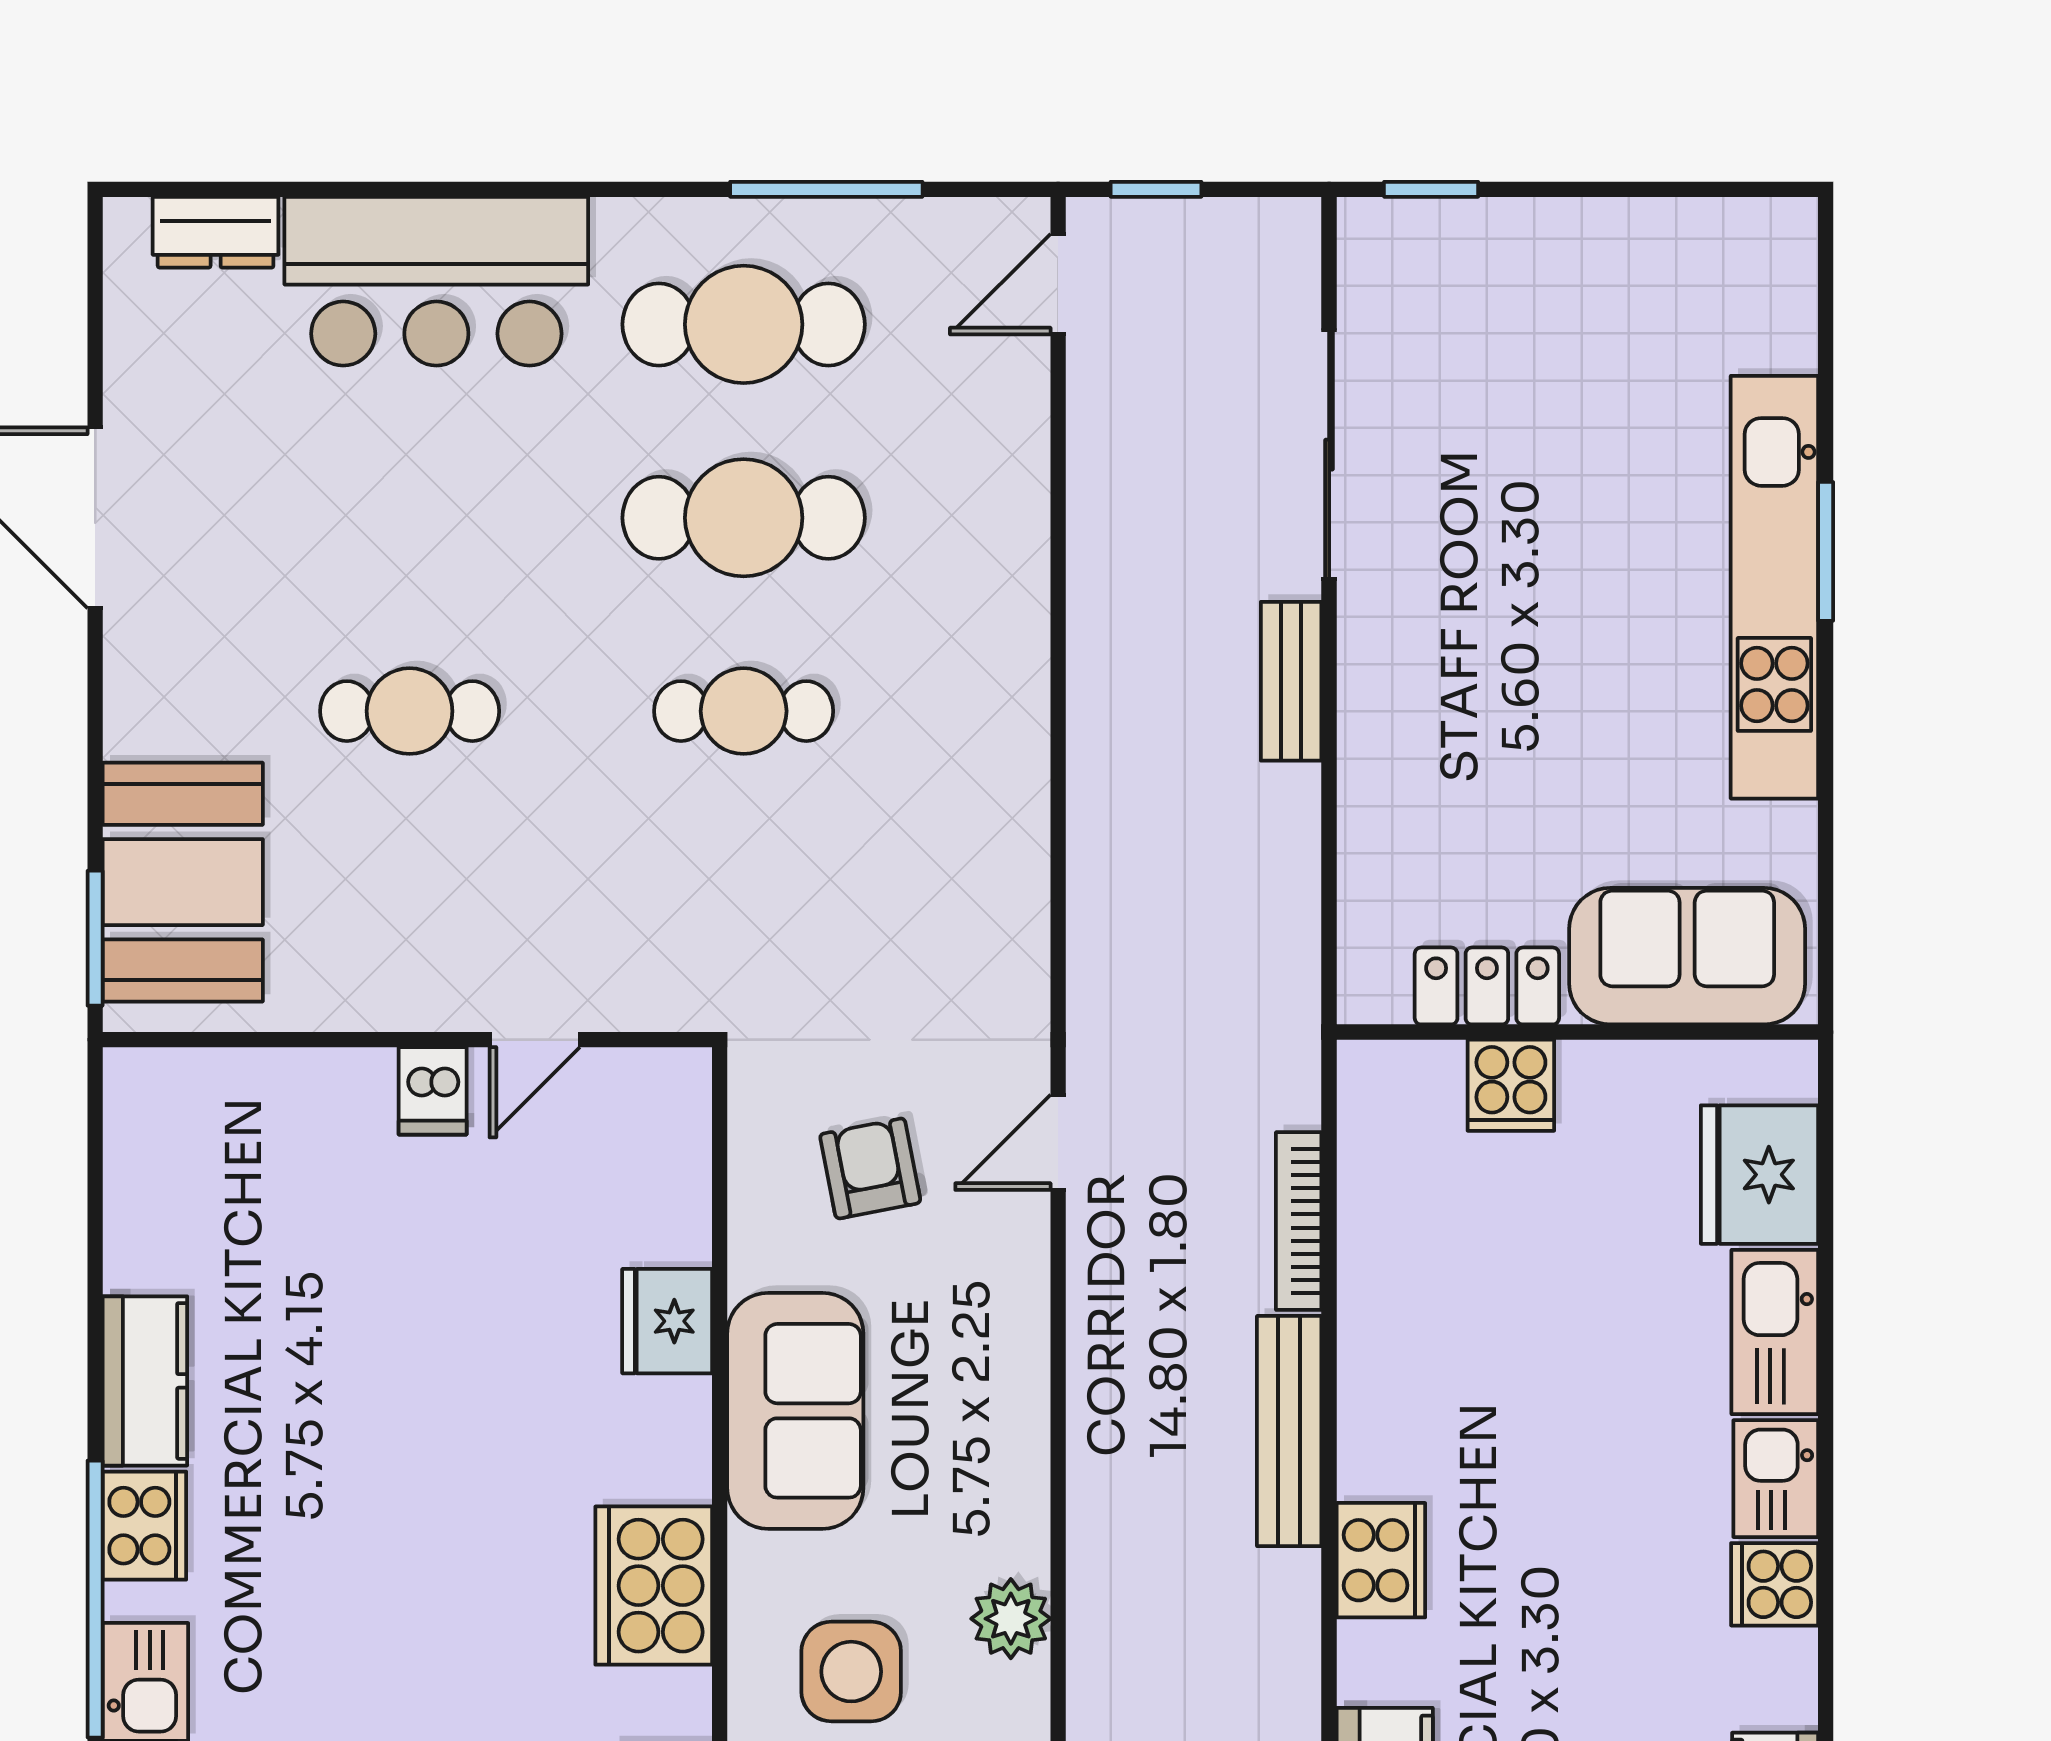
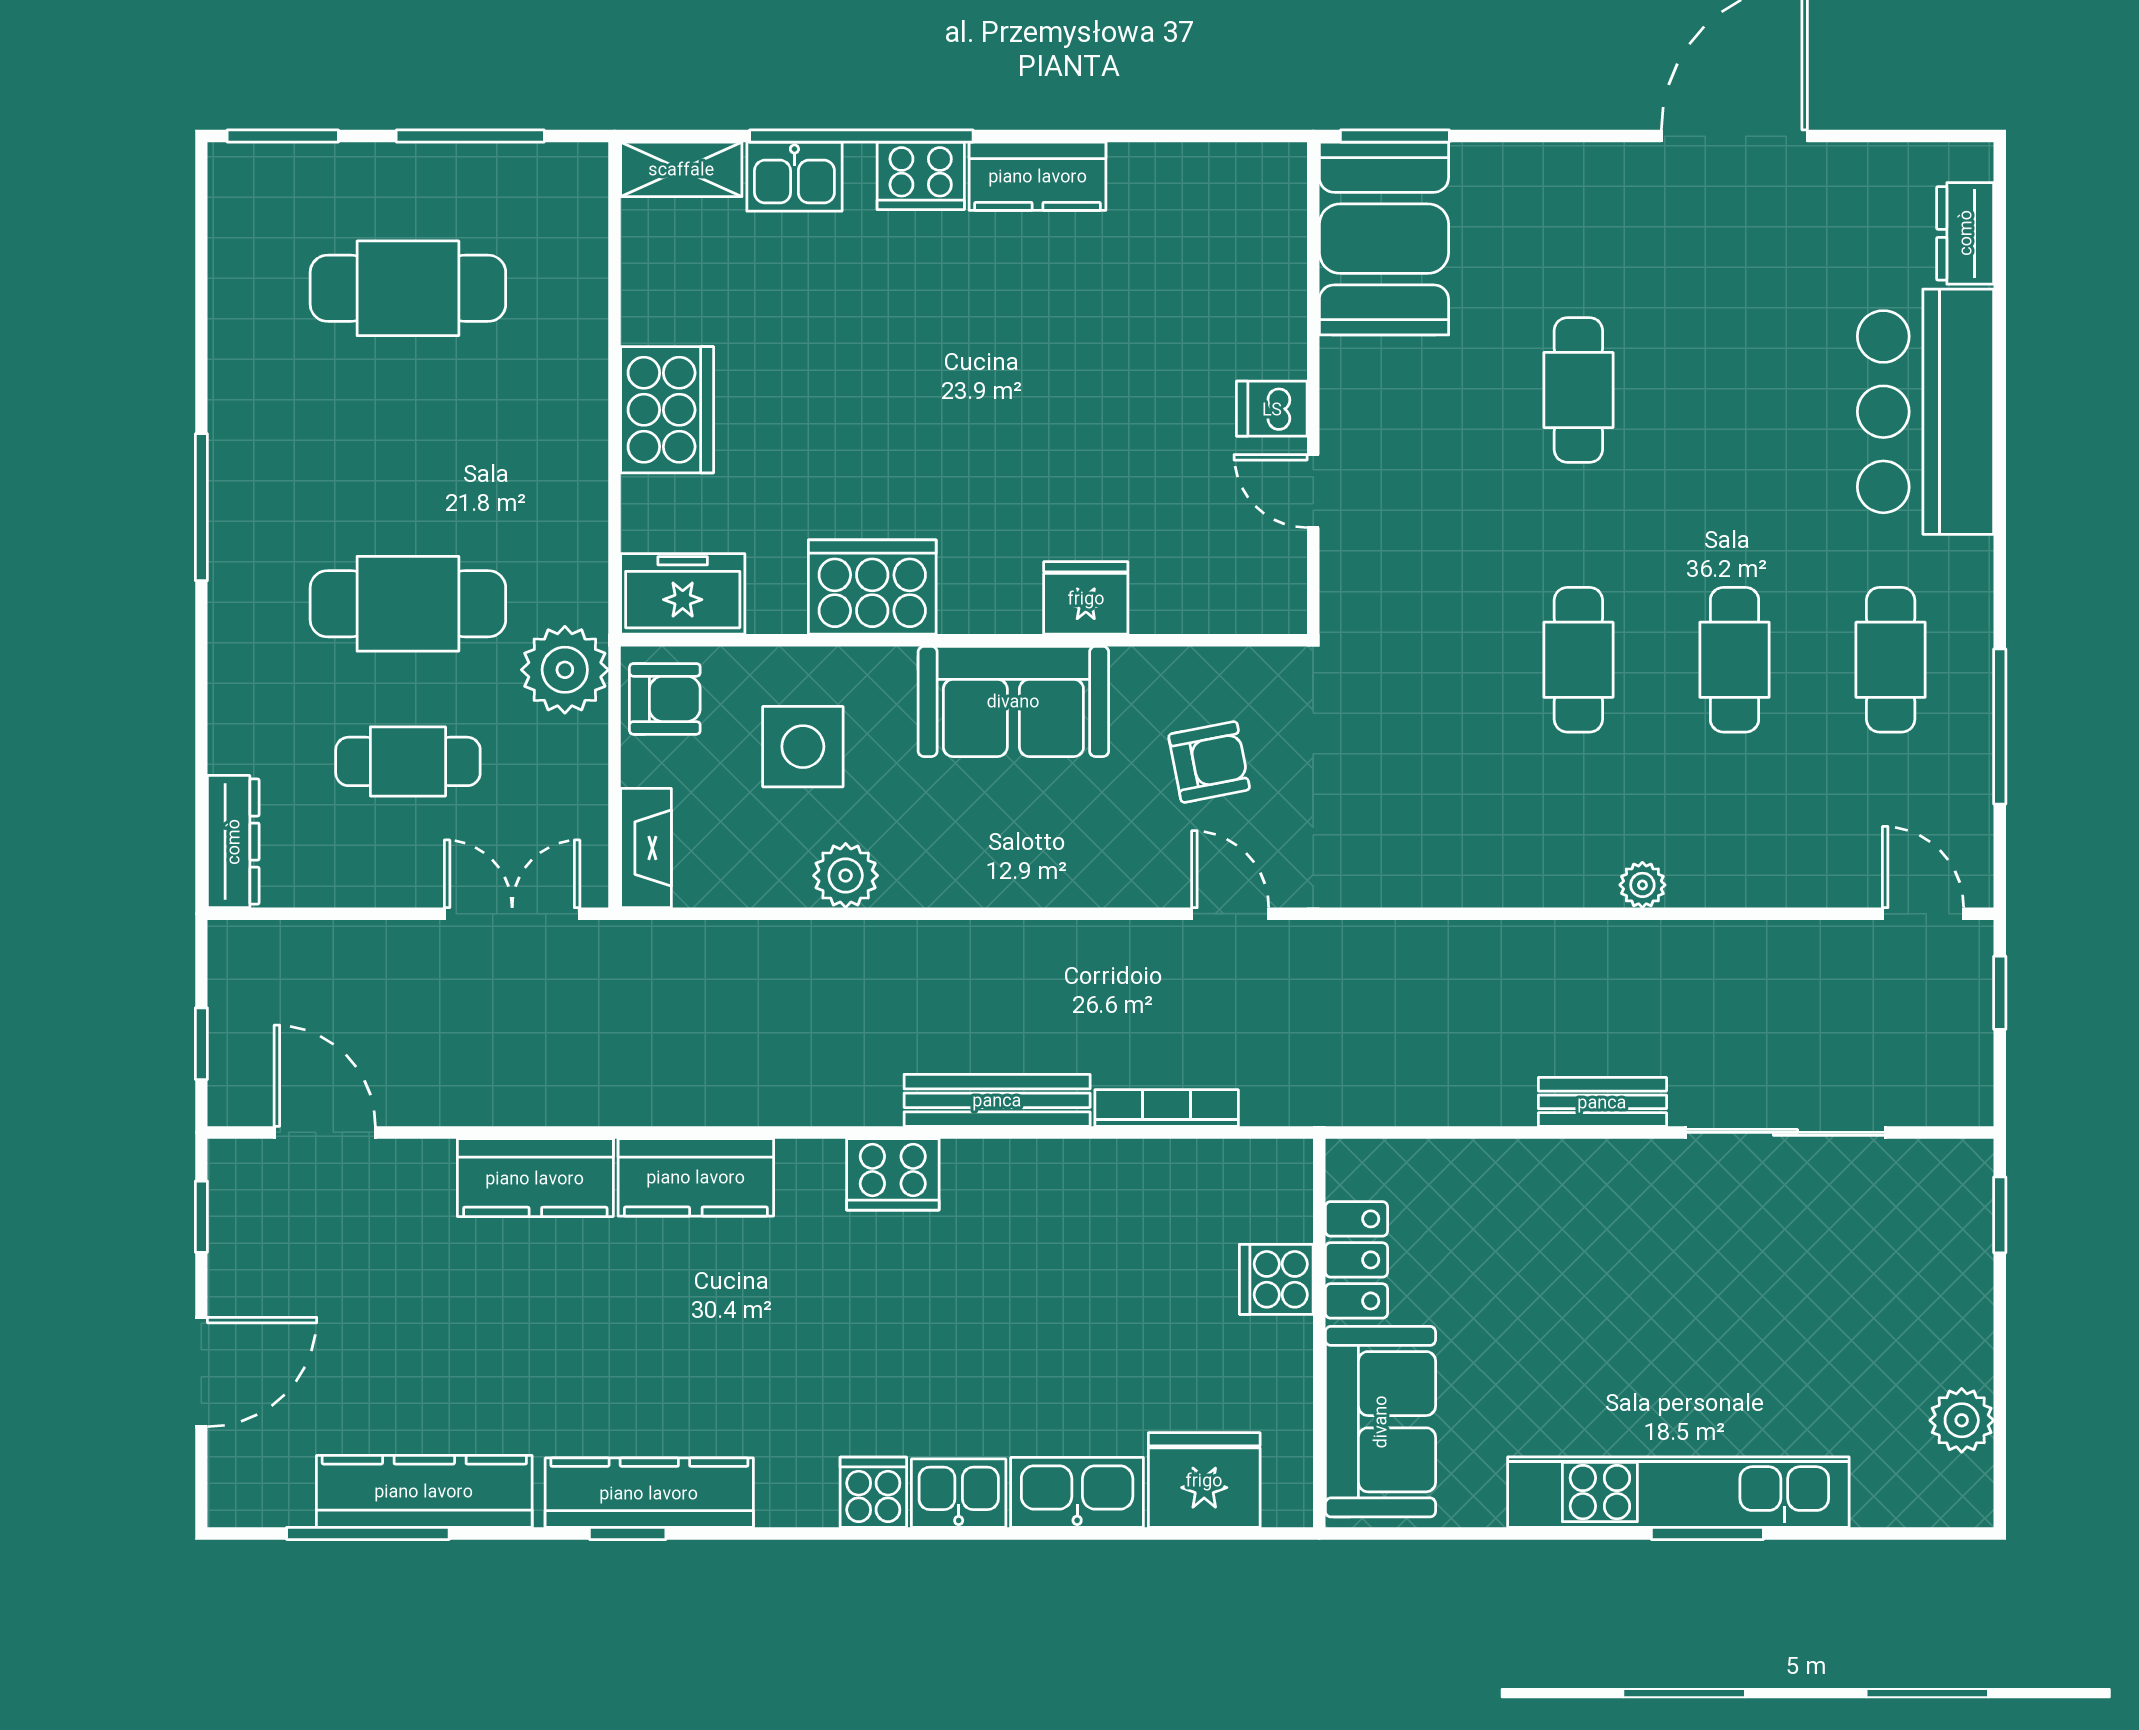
plant: (1685, 236) -> (1962, 1420), added
cafe table: (744, 324) -> (1891, 660), width x0.73, depth x0.74
cafe table: (744, 518) -> (1735, 660), width x0.73, depth x0.74
plant: (1022, 632) -> (1642, 885), added
booth: (183, 882) -> (1384, 239), moved, turned 90

